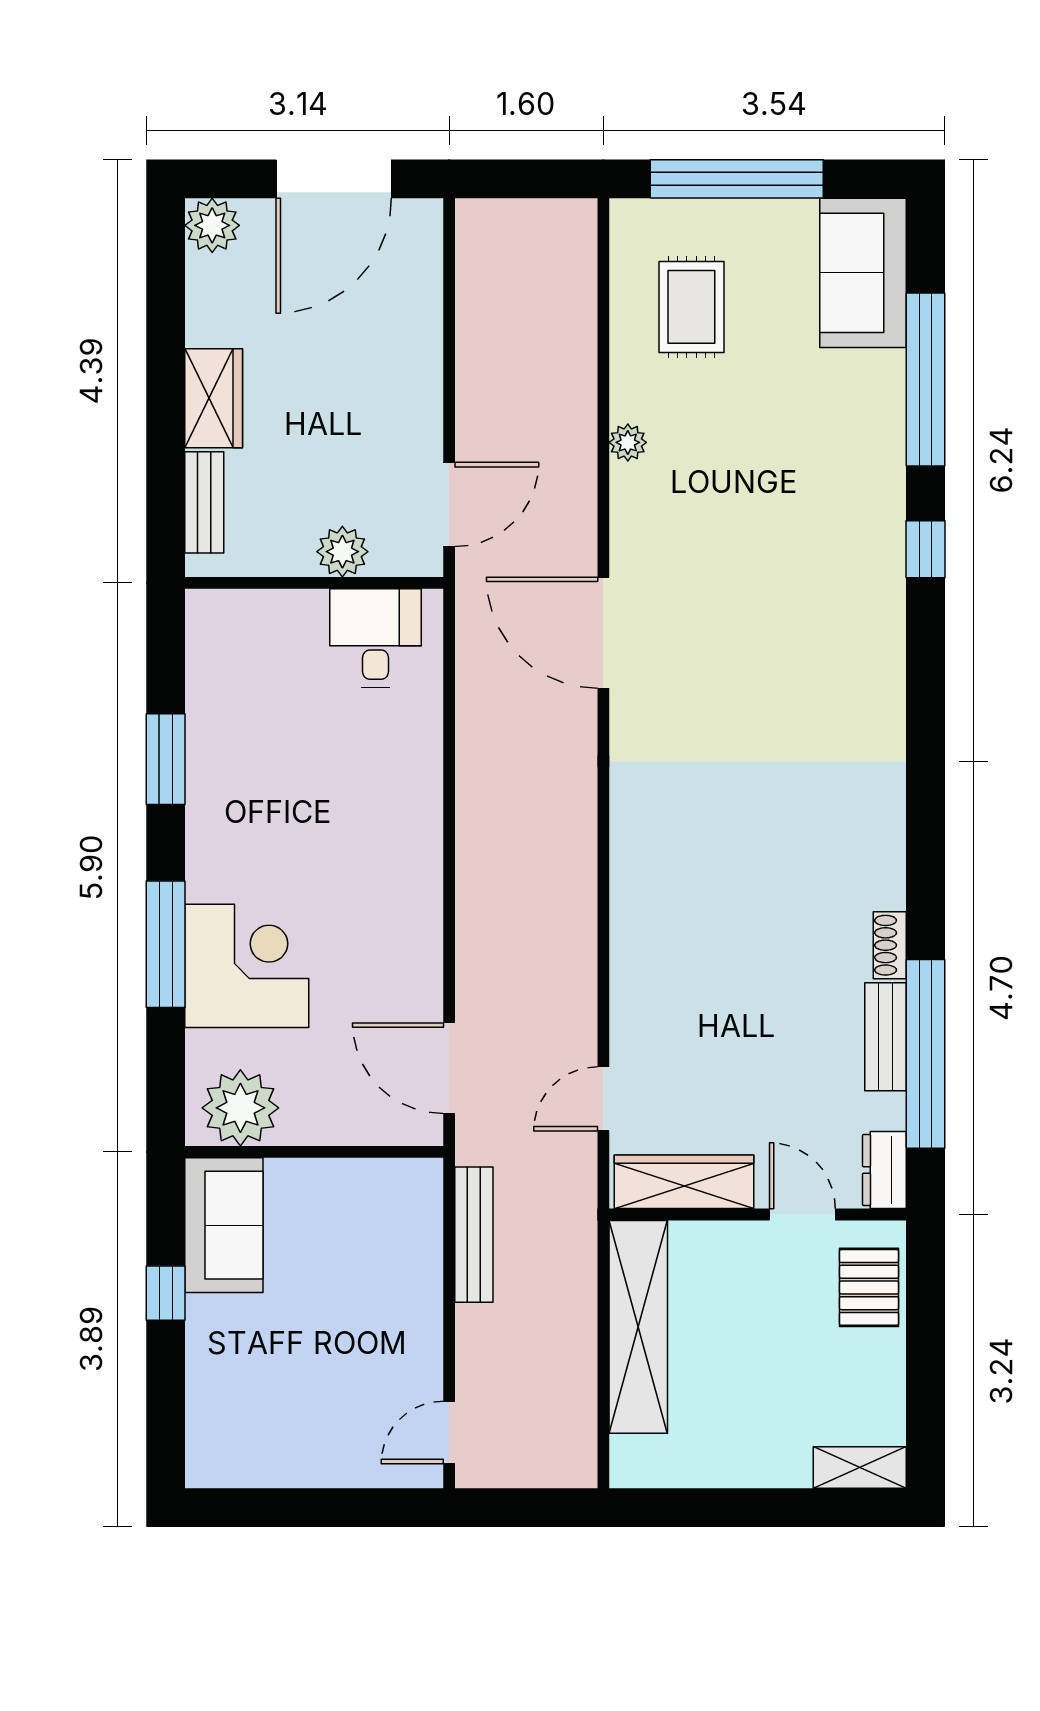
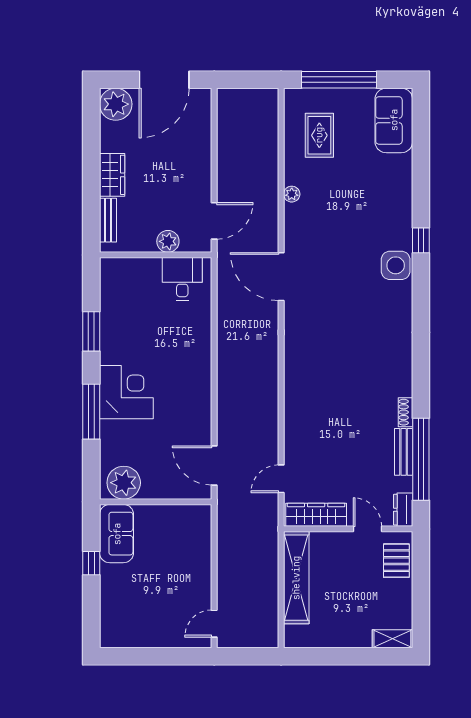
plant: (212, 225) -> (116, 104), width x1.36, depth x1.36
window: (925, 380) -> (421, 167), removed
side table: (867, 607) -> (396, 265), added
corner desk: (247, 966) -> (126, 392), moved
bench: (474, 1235) -> (225, 538), removed

